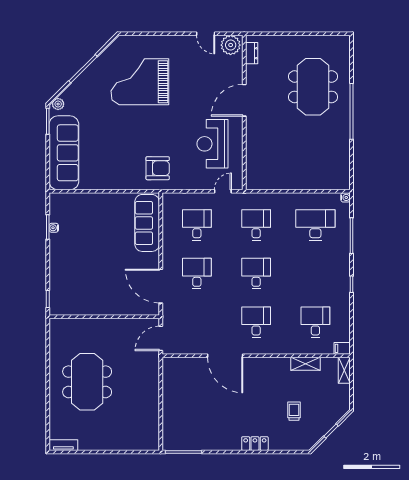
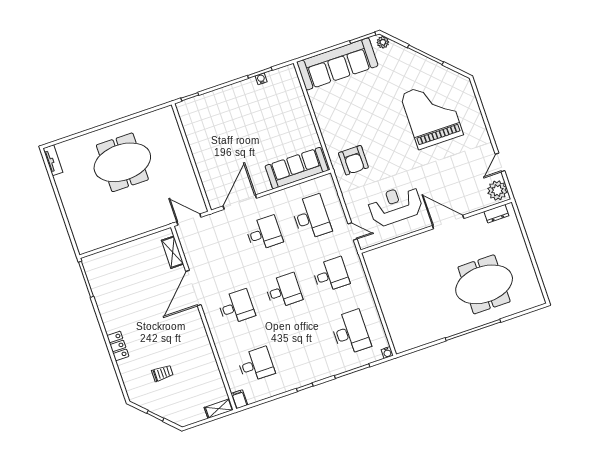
desk: (197, 225) -> (311, 217), width x1.37
shelving: (306, 364) -> (173, 252), moved

